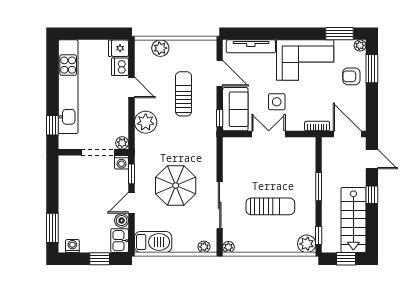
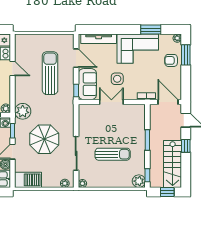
window: (340, 34) -> (151, 30), moved
plant: (160, 48) -> (33, 40), removed
sun lounger: (184, 94) -> (50, 73), width x1.36, depth x1.34
plant: (146, 122) -> (23, 111), moved

